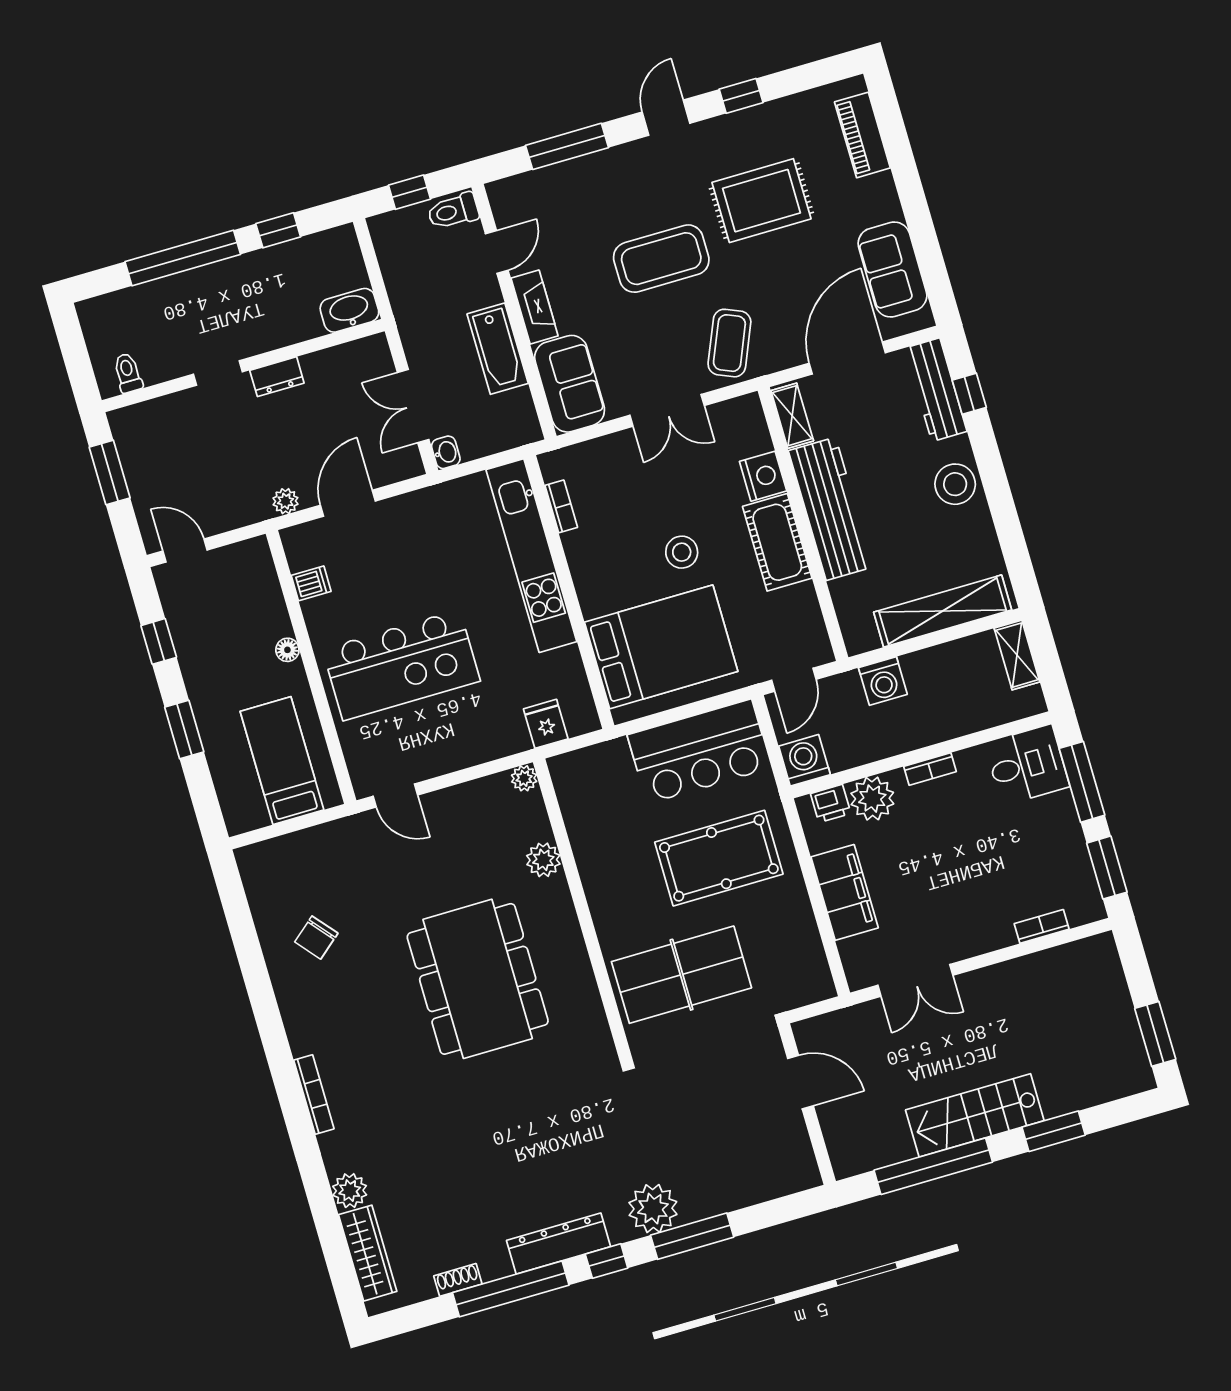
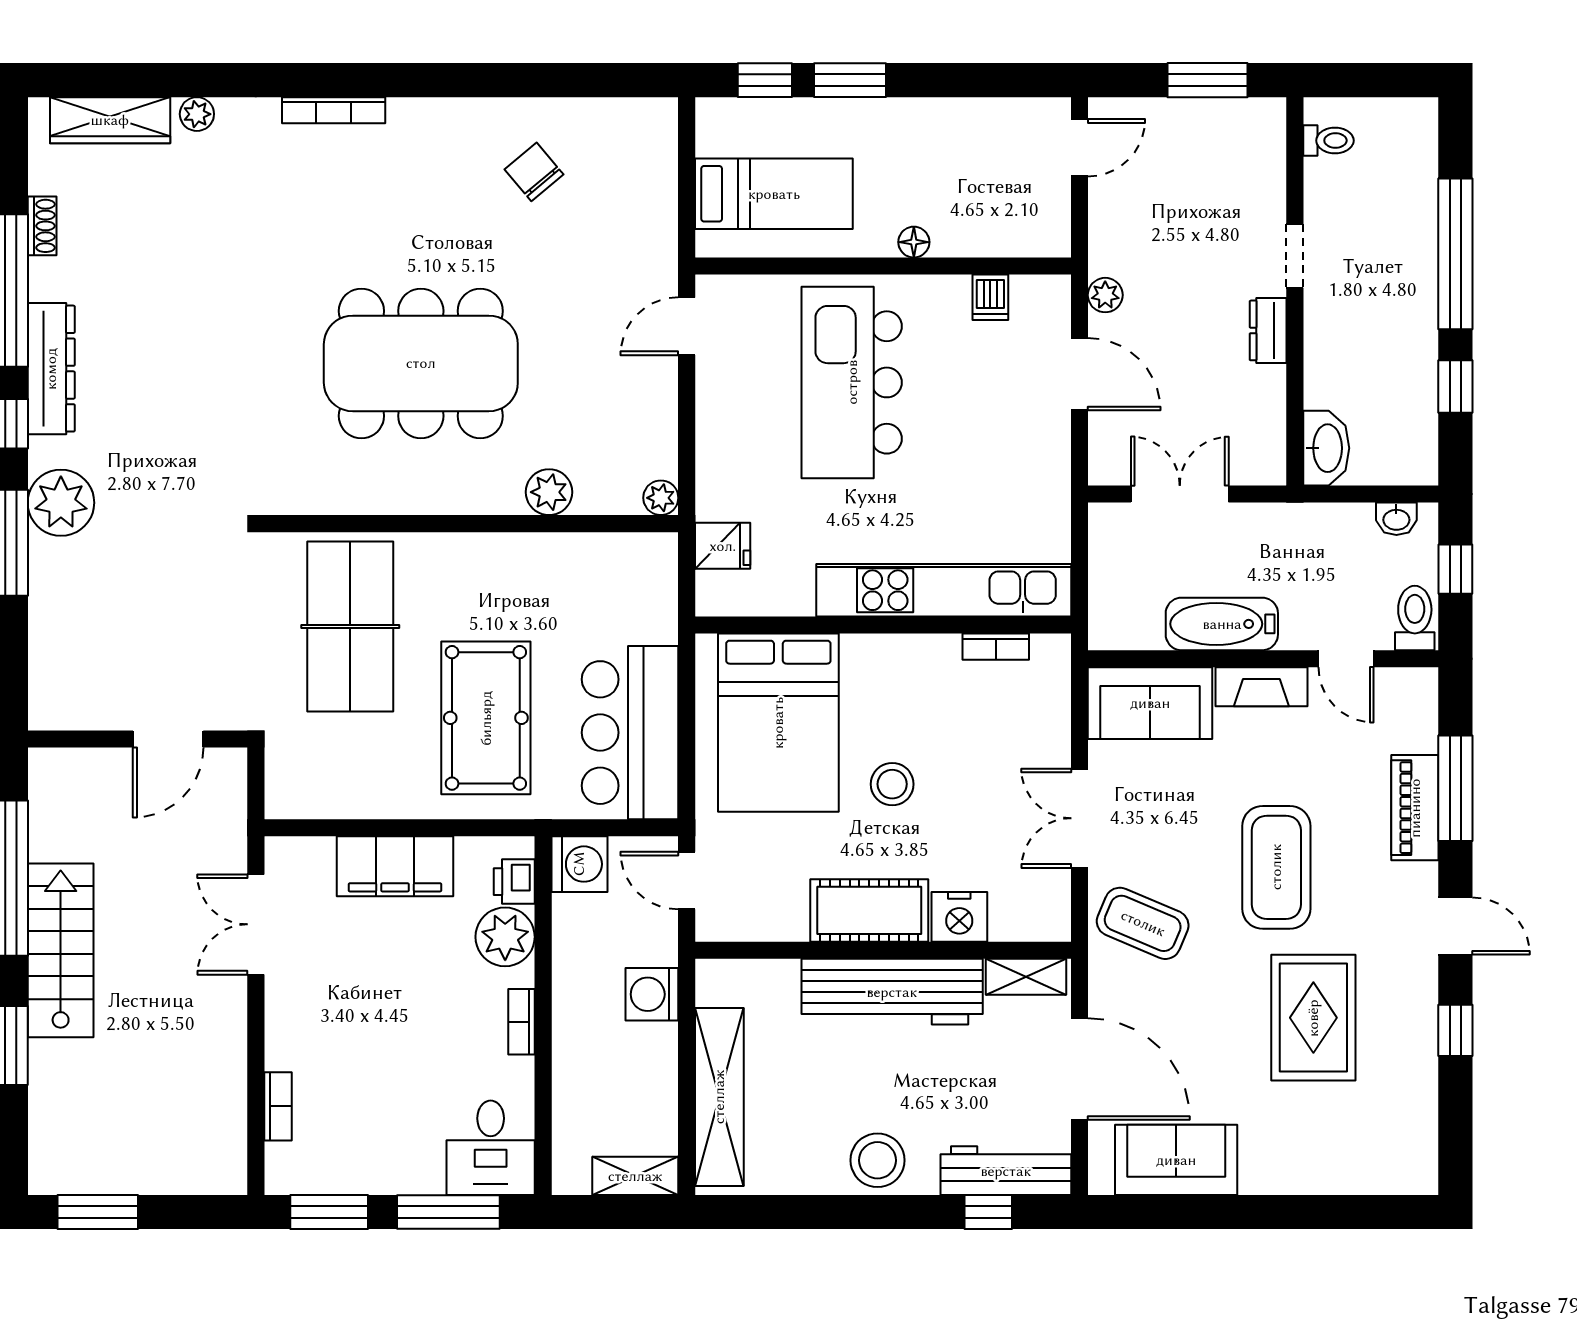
piano: (862, 135) -> (1415, 808), moved, turned -90
washbasin: (446, 452) -> (1396, 519), moved
window: (159, 641) -> (765, 80), moved
plant: (350, 1191) -> (197, 114), width x0.73, depth x0.73

